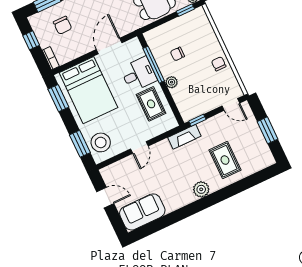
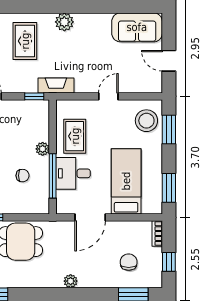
bed: (88, 90) -> (126, 181), width x0.67

